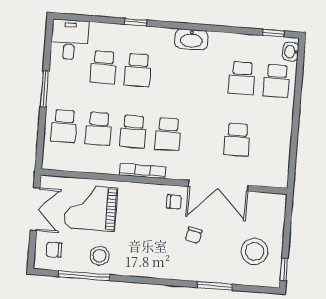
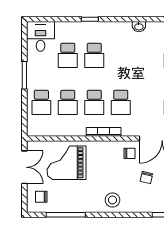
washbasin: (191, 39) -> (139, 27), width x0.52, depth x0.69
stool: (100, 256) -> (112, 200), moved

